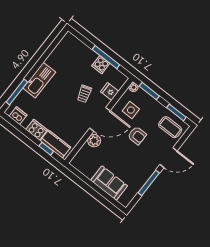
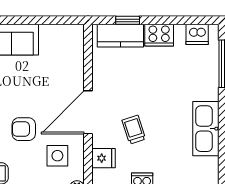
kitchen sink: (39, 80) -> (206, 129), moved
plant: (94, 141) -> (74, 79), removed

